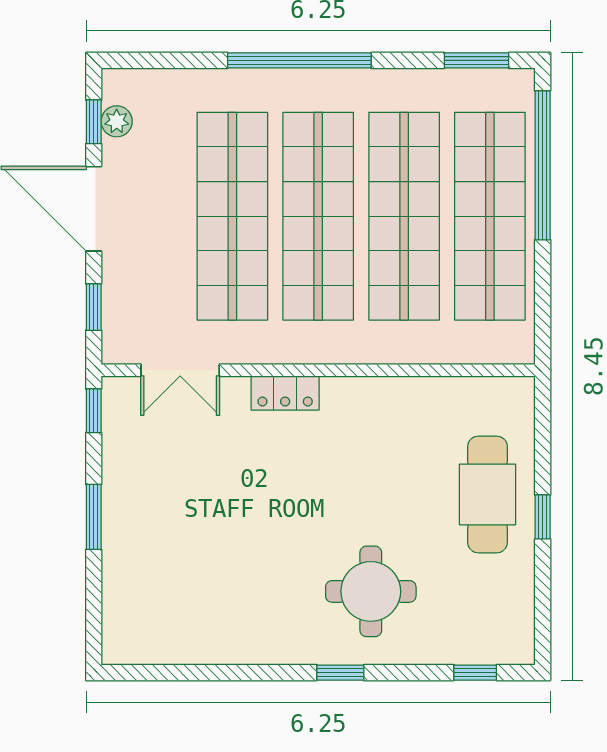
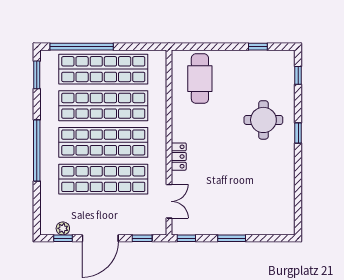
cafe table: (488, 494) -> (200, 79), moved, turned 90
window: (543, 517) -> (258, 47), moved

